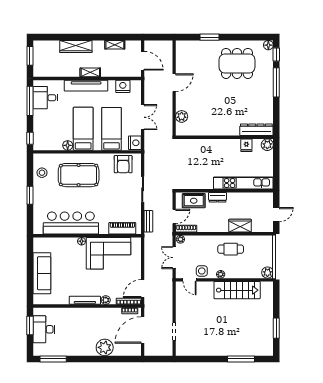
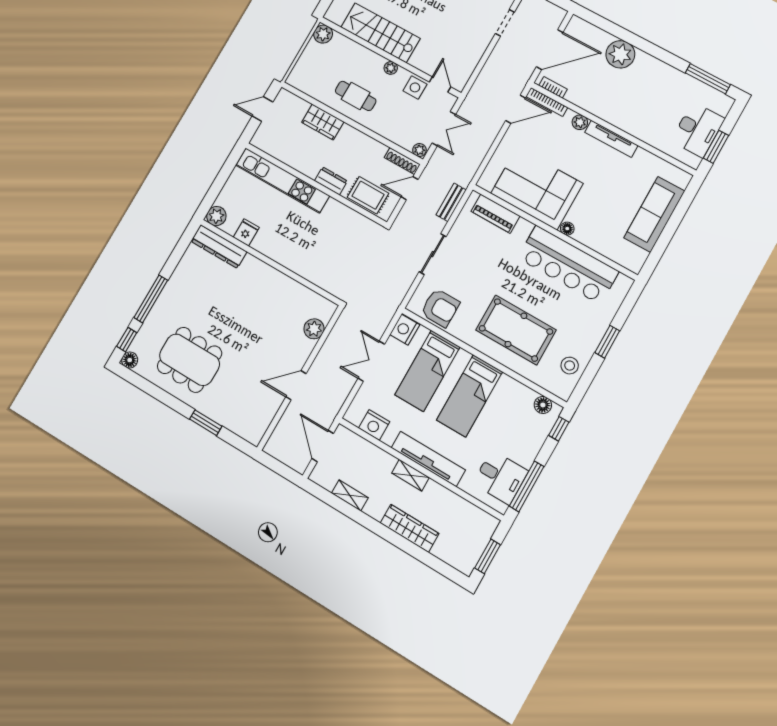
floor lamp: (68, 145) -> (543, 405), moved
armchair: (123, 164) -> (440, 308), turned 90

